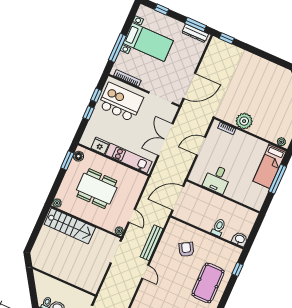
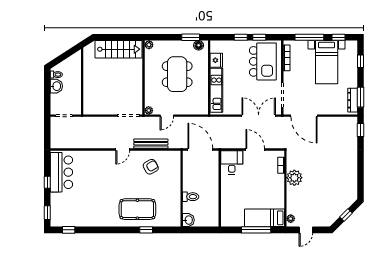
window: (130, 20) -> (338, 37), added
double door: (165, 140) -> (259, 116), moved
desk: (217, 179) -> (232, 162), moved, turned 90
stairs: (70, 226) -> (118, 49), moved, turned -90
armchair: (186, 249) -> (151, 167), moved
window: (238, 269) -> (146, 230), moved

